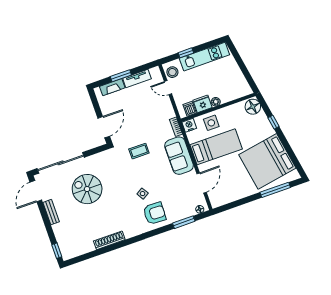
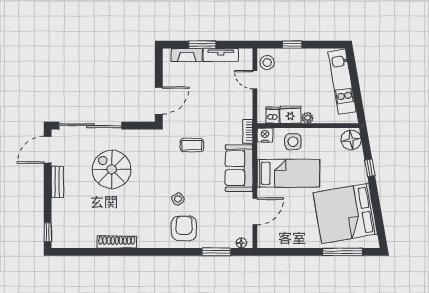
kitchen unit: (204, 57) -> (342, 82), moved, turned 80
armchair: (155, 213) -> (184, 228), turned -92

